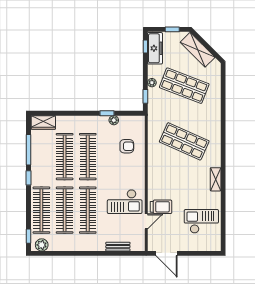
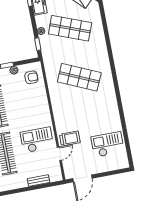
armchair: (127, 146) -> (31, 77), moved
shelving: (216, 179) -> (113, 105), removed
checkout: (125, 202) -> (37, 140), turned 180
door: (166, 253) -> (82, 178), hinge flipped

